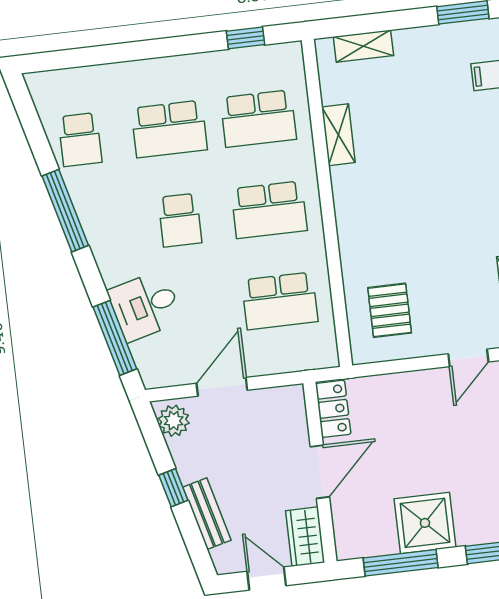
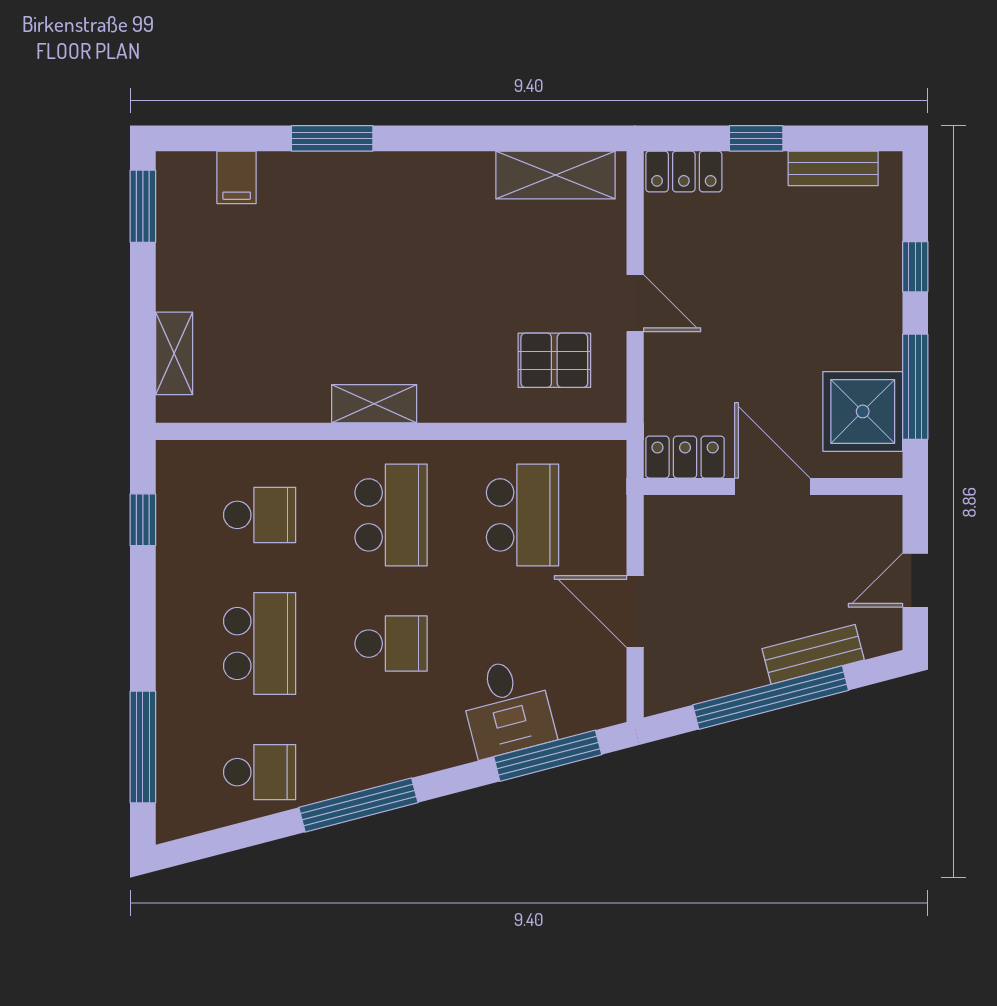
window: (88, 56) -> (143, 747), added
school desk: (258, 119) -> (260, 515), width x0.54
shelving: (338, 135) -> (374, 404), moved
door: (468, 358) -> (635, 303), moved
plant: (174, 421) -> (675, 686), removed
window: (173, 488) -> (771, 698), width x3.17
shower: (425, 523) -> (863, 411), moved
wardrobe: (305, 537) -> (862, 518), removed

